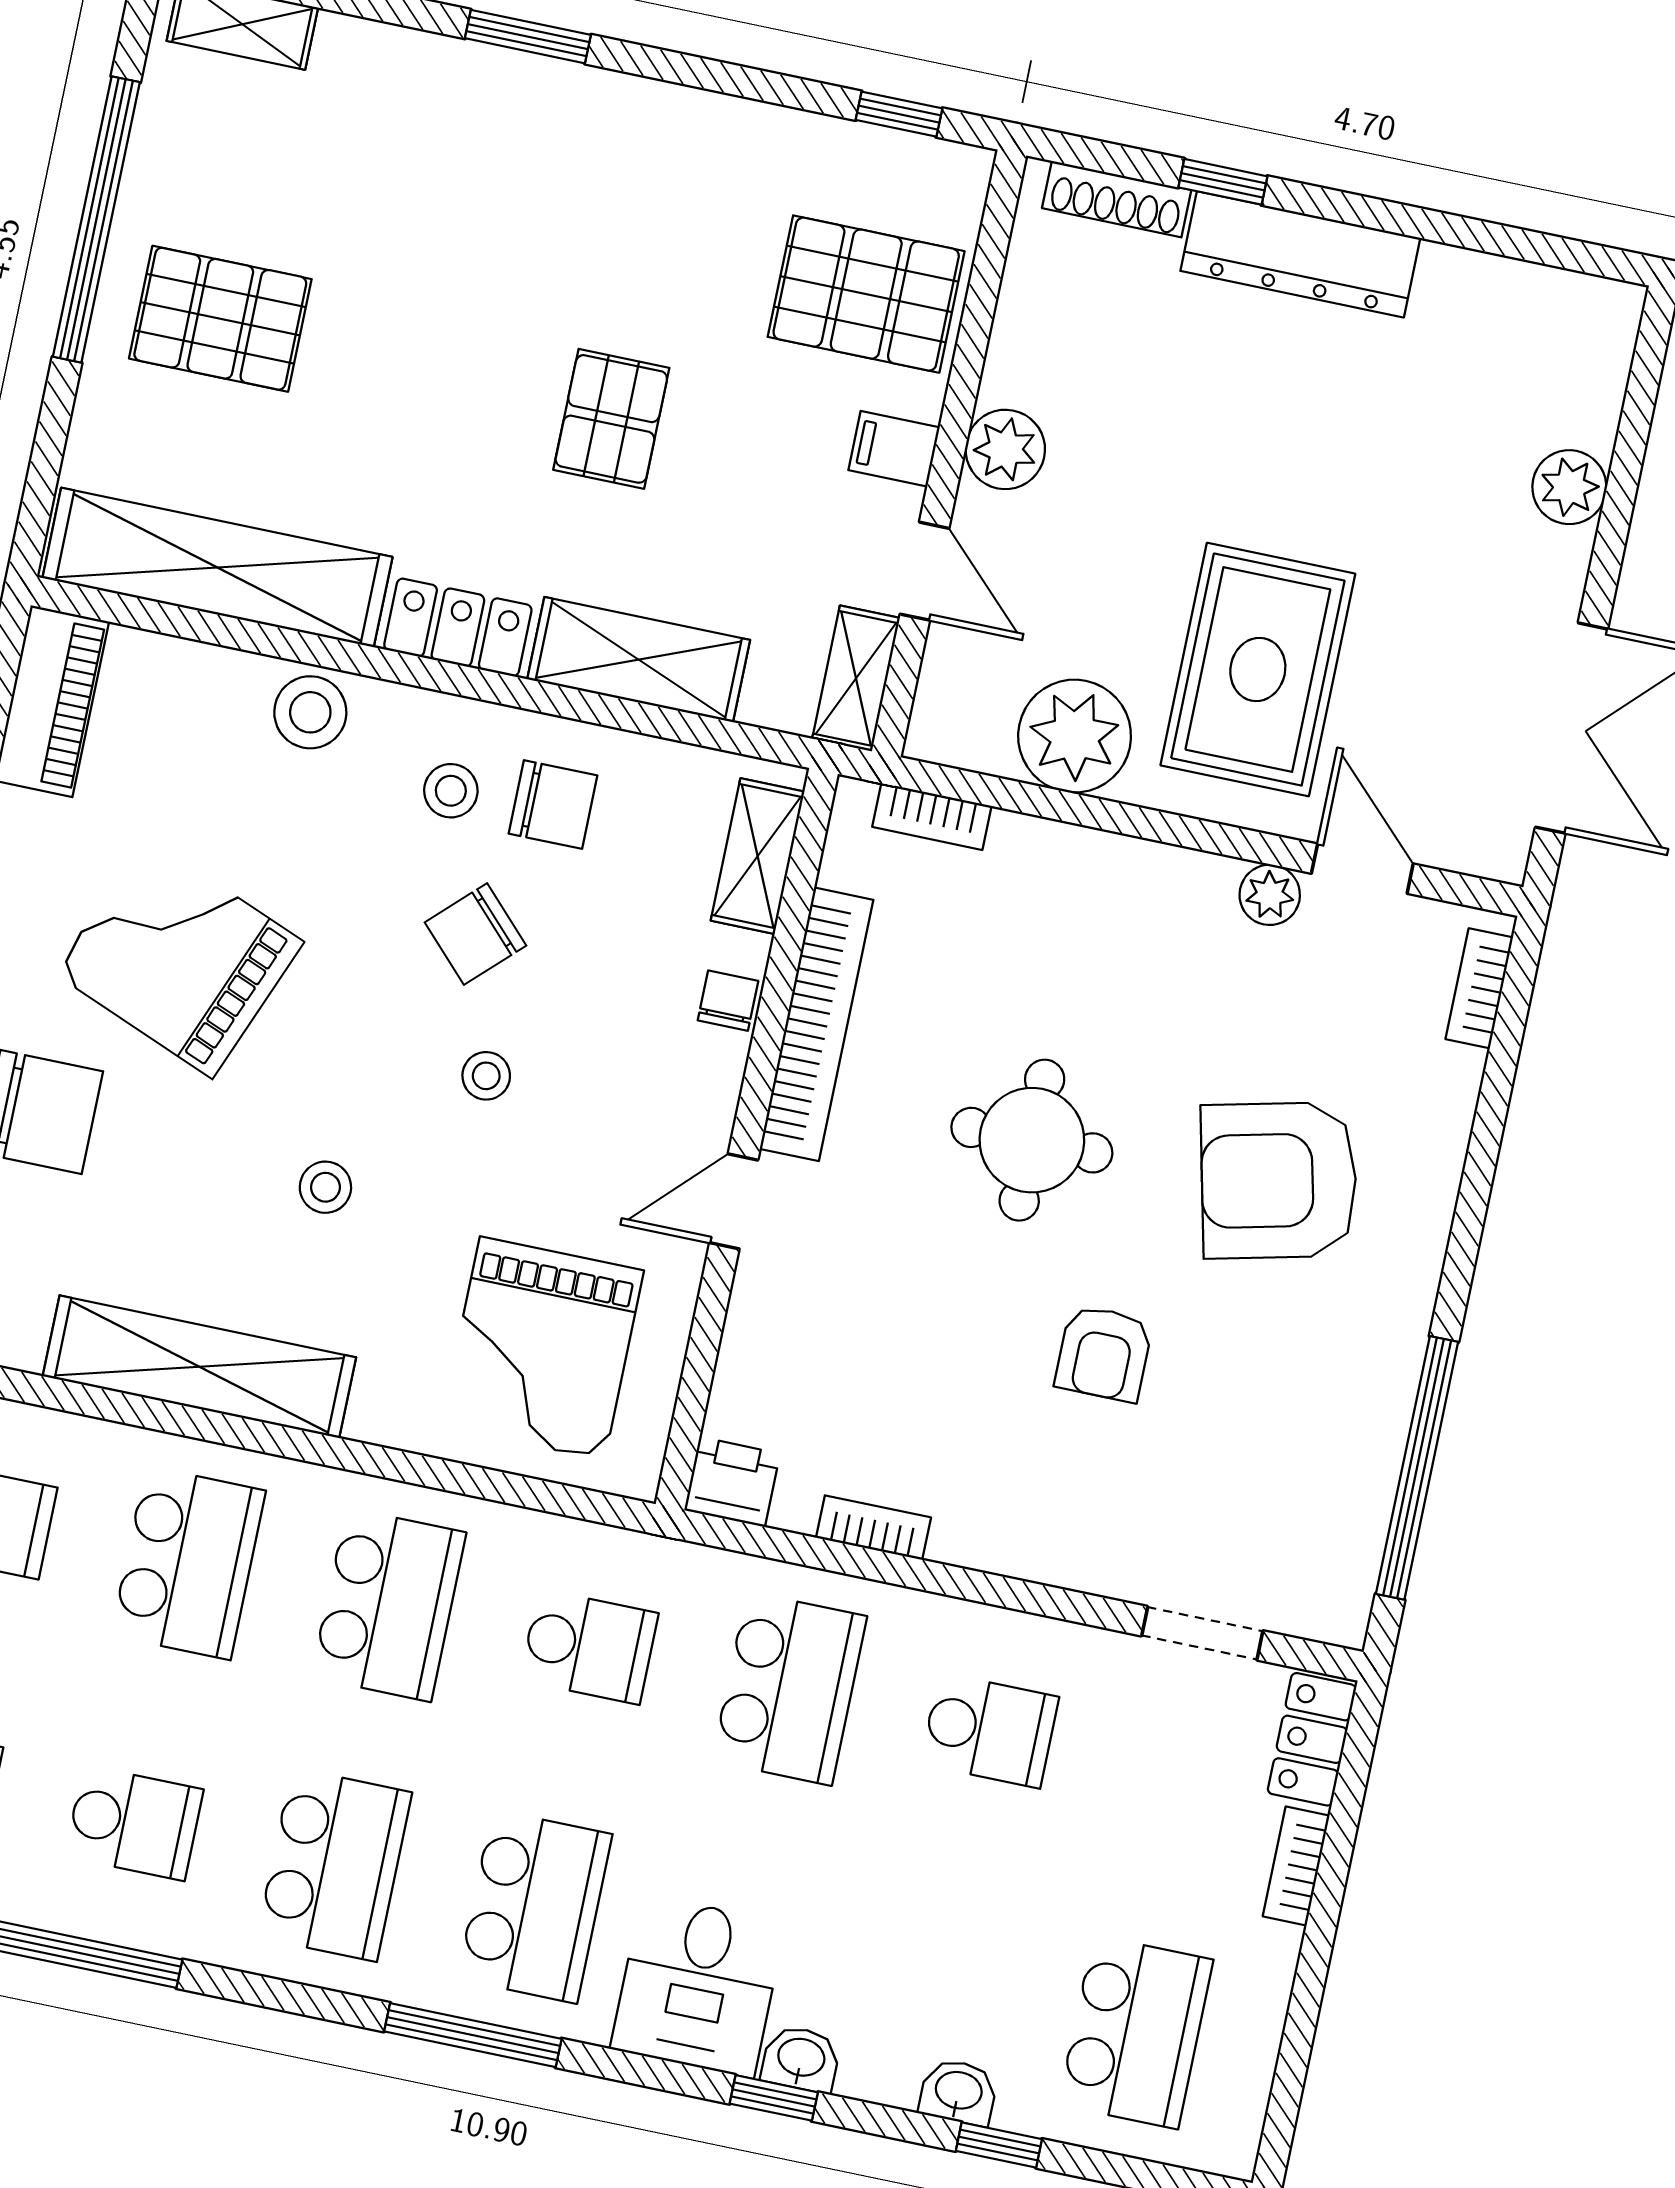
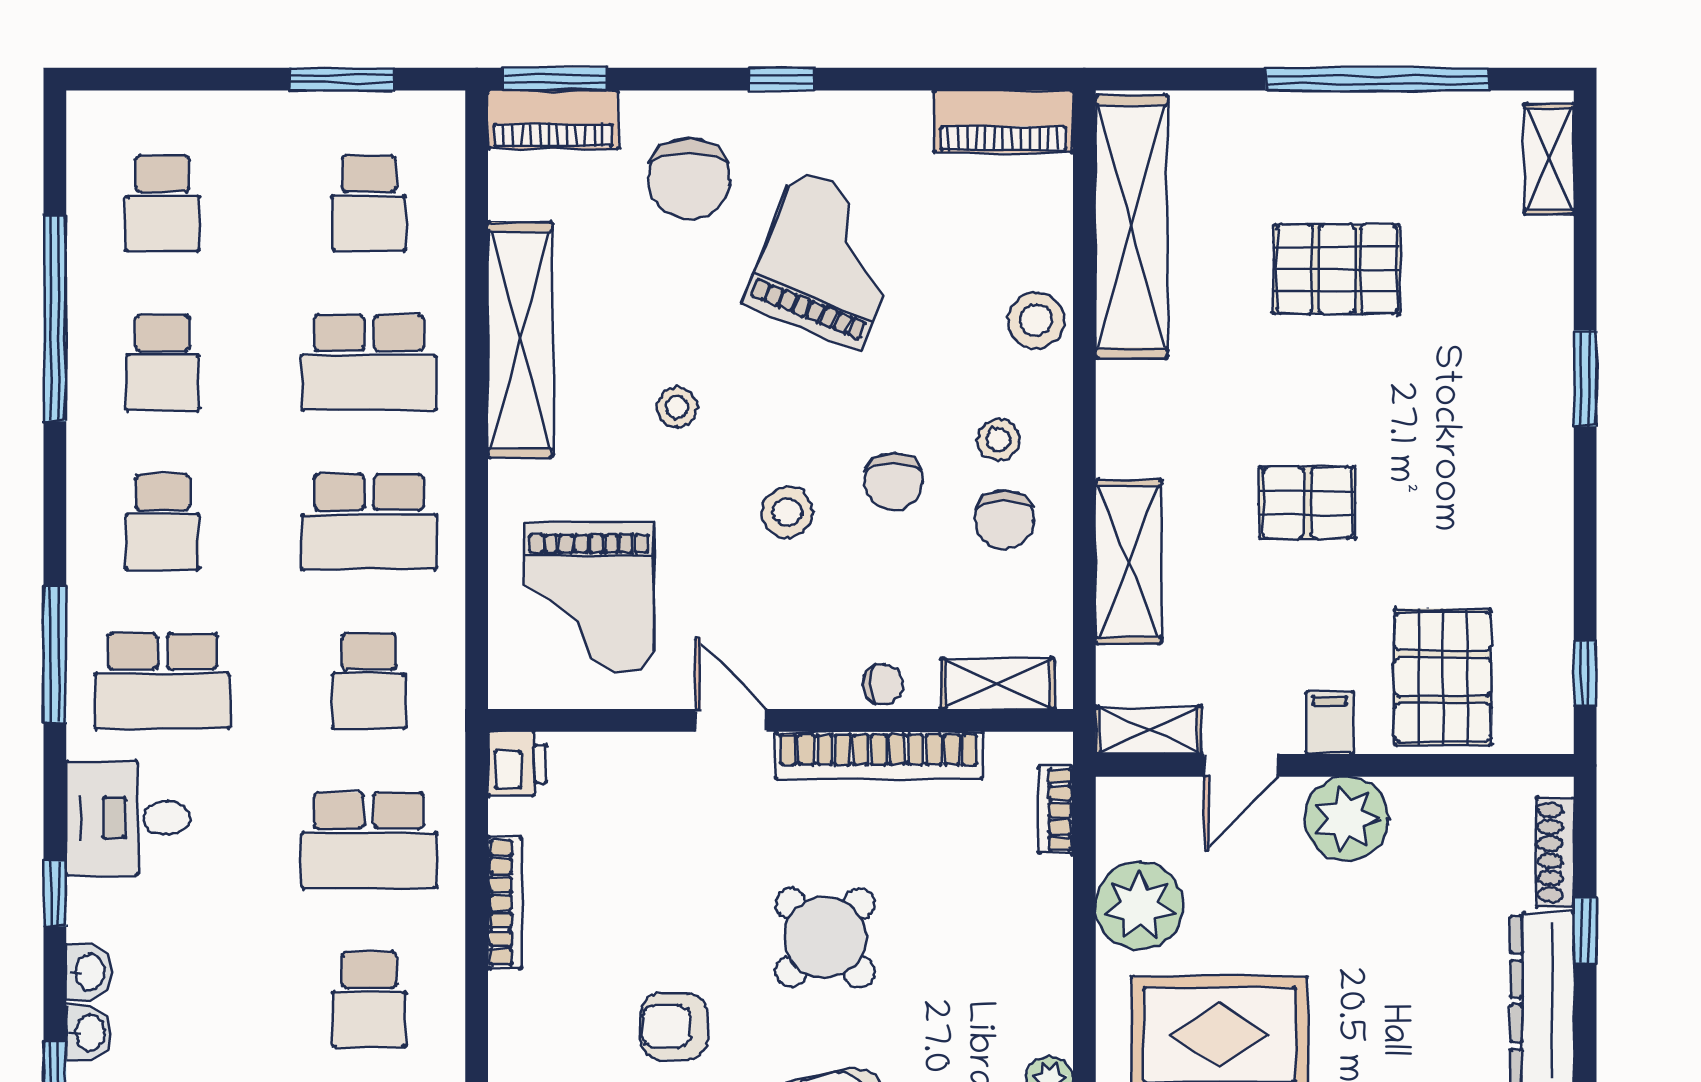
pallet: (220, 319) -> (1337, 269), moved, turned 90
plant: (1005, 449) -> (1347, 819), width x1.36, depth x1.36
locker: (458, 627) -> (1124, 419), removed
chair: (475, 934) -> (893, 481), turned -136
stool: (486, 1076) -> (787, 512), width x1.37, depth x1.37
round table: (1032, 1140) -> (825, 938), turned 45
grand piano: (542, 1348) -> (589, 598), turned -90
bookcase: (874, 1528) -> (505, 902), width x1.56
school desk: (334, 1865) -> (162, 522), width x0.54
washbasin: (801, 2059) -> (89, 972), moved

